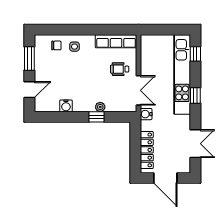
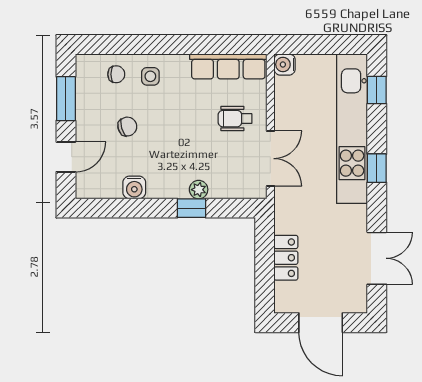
chair: (62, 73) -> (127, 127), added
water cooler: (146, 114) -> (285, 64), moved
locker: (147, 150) -> (286, 258), width x0.66

